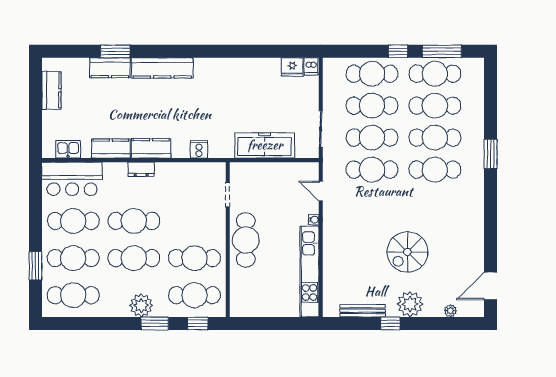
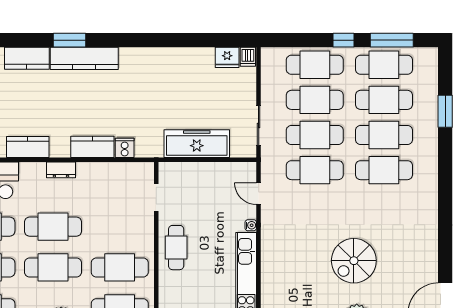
window: (115, 51) -> (69, 40), moved
kitchen counter: (151, 148) -> (92, 147), moved
window: (491, 154) -> (445, 111), moved
cafe table: (246, 240) -> (176, 248), width x0.73, depth x0.74

